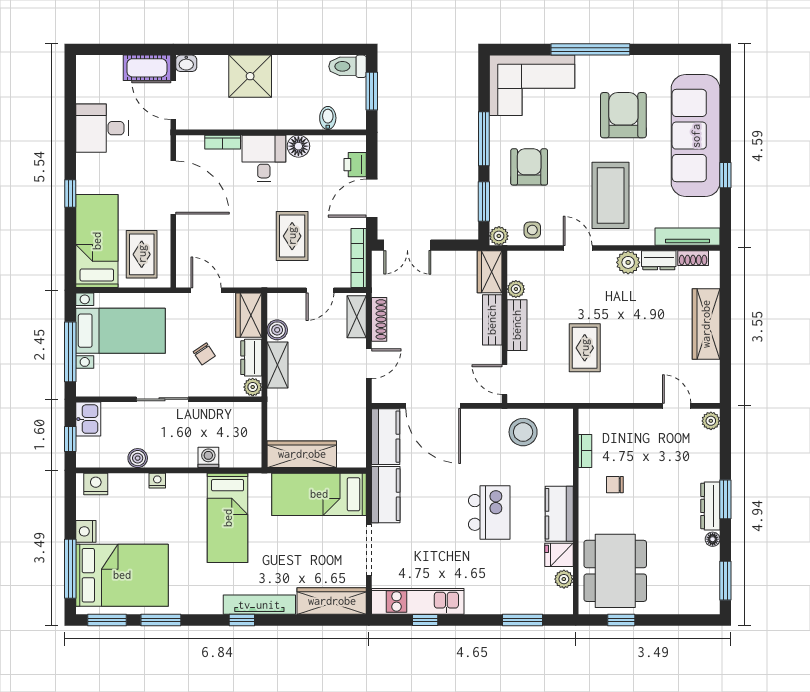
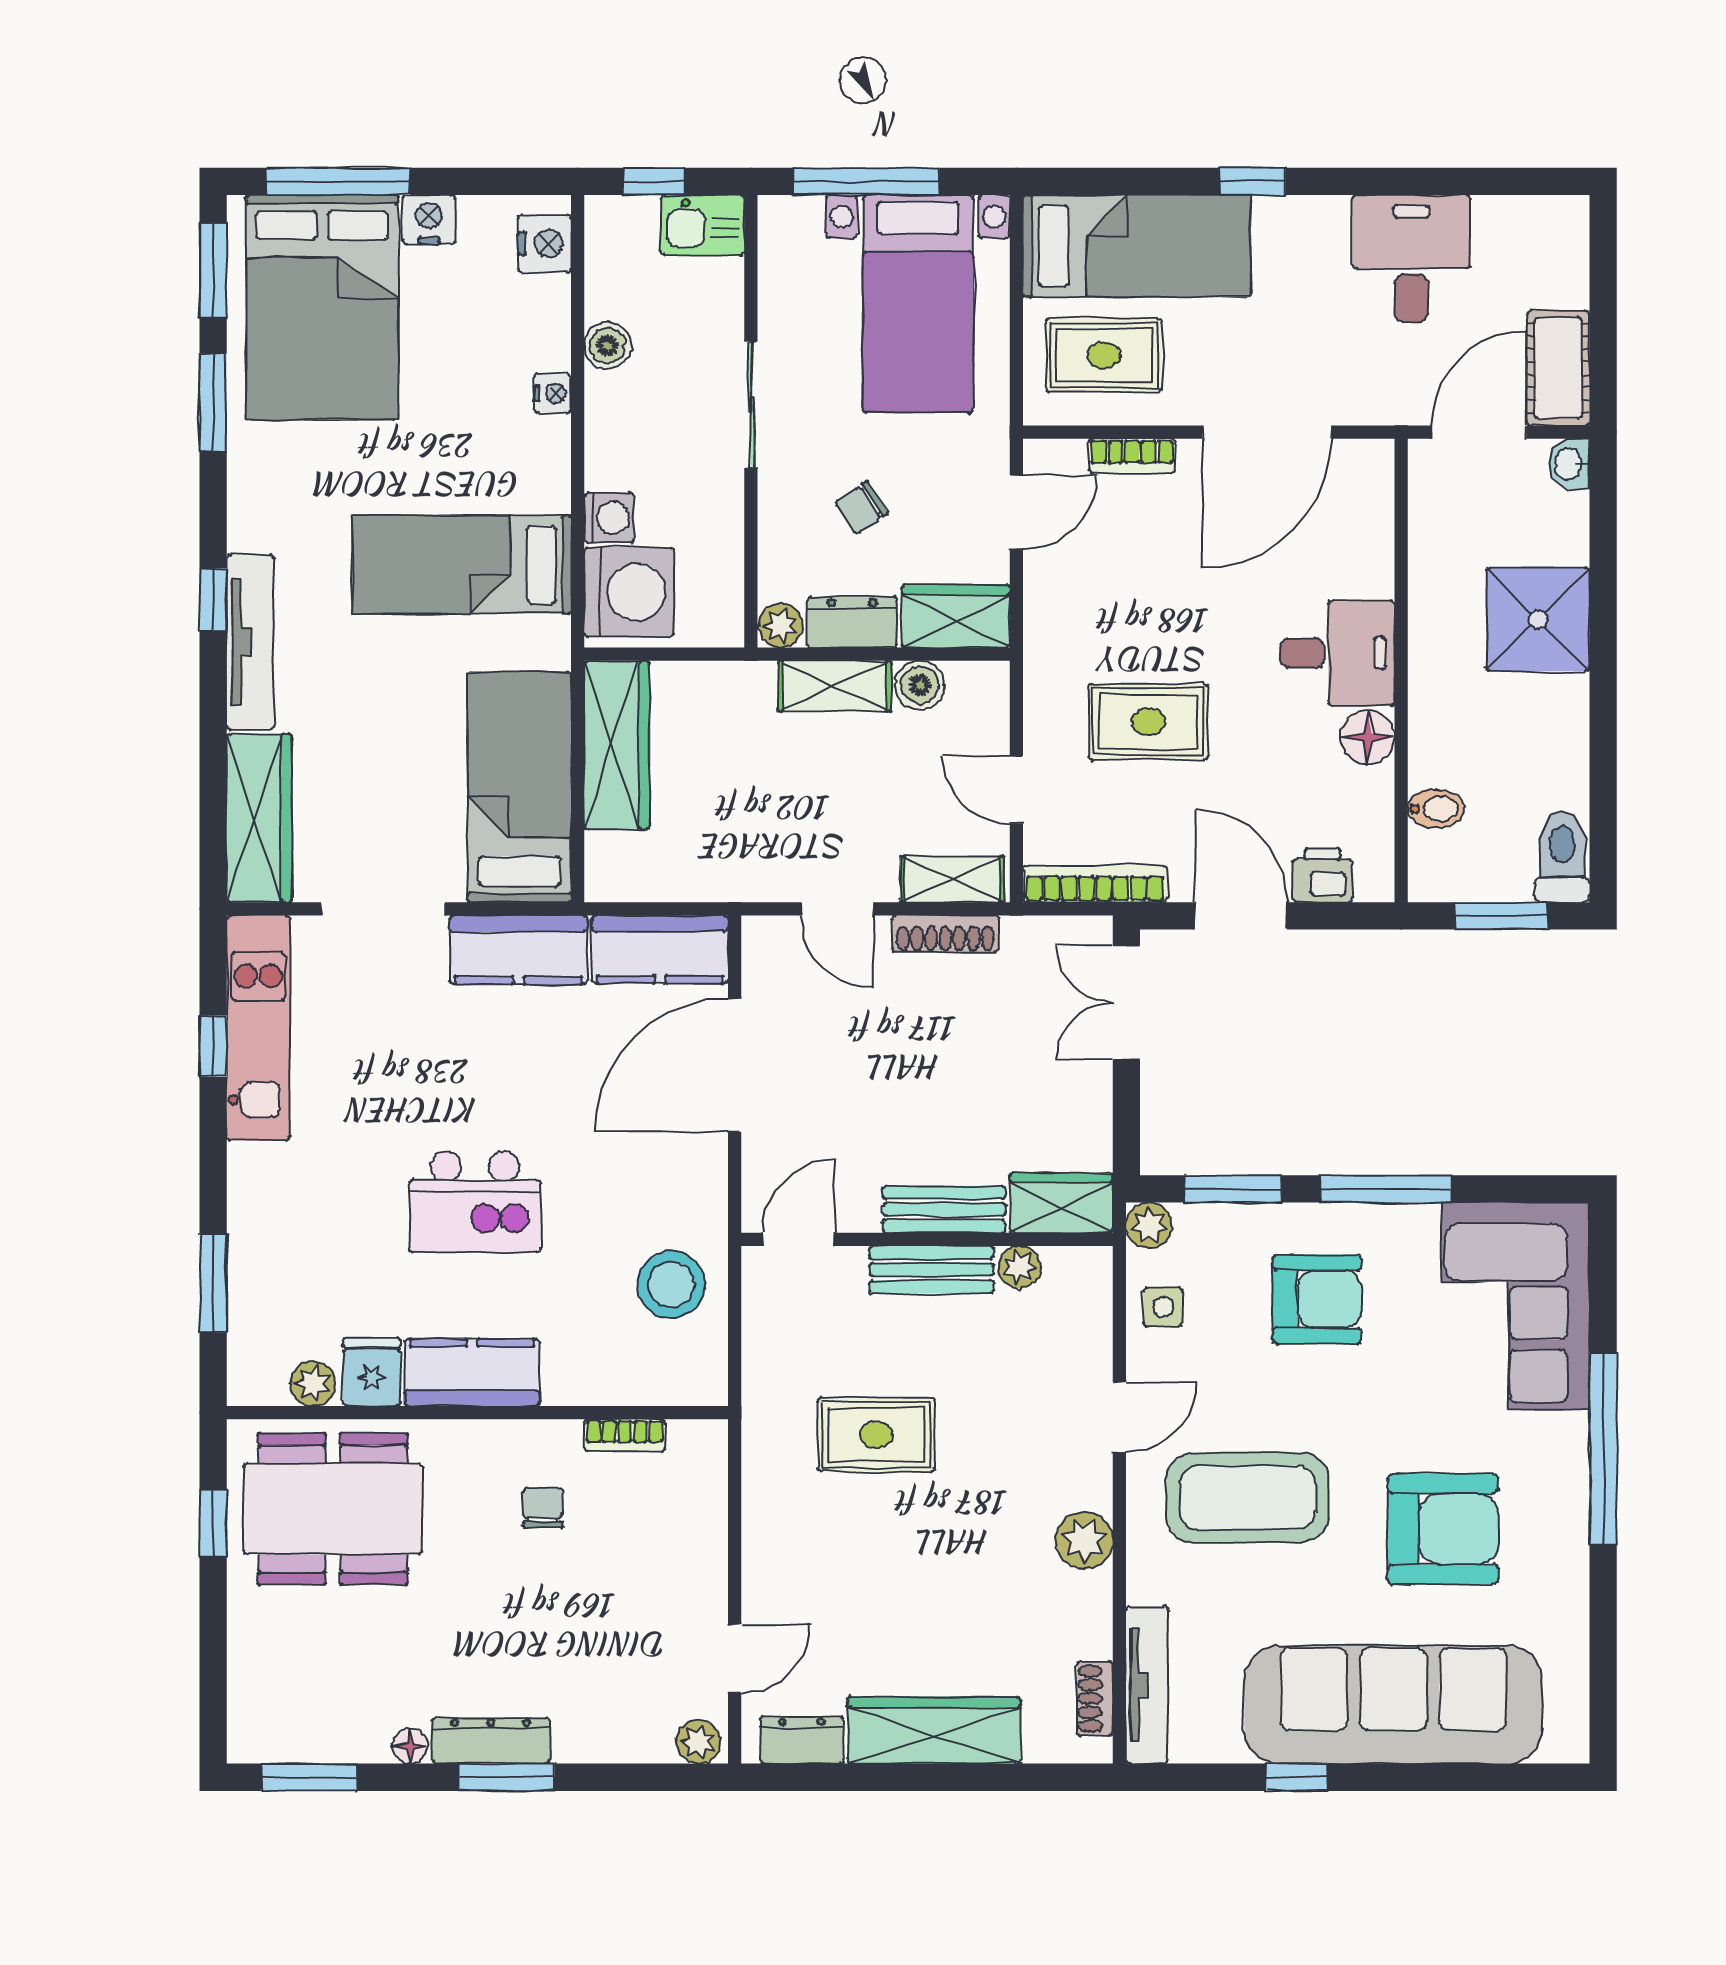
bookcase: (223, 142) -> (1132, 456), moved, turned -90
dresser: (659, 260) -> (802, 1740), moved, turned 90
washing machine: (239, 449) -> (629, 592), added

